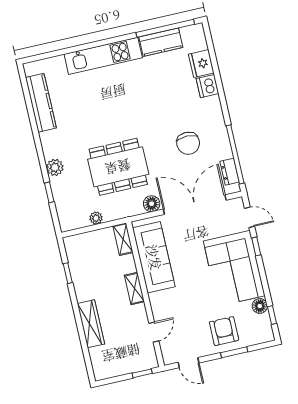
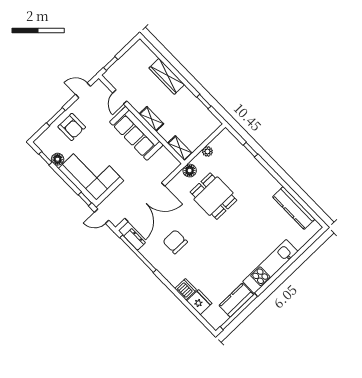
plant: (55, 167) -> (257, 169), removed
dining table: (118, 167) -> (213, 196), width x0.73
floor lamp: (152, 204) -> (190, 171), moved
sofa: (154, 257) -> (136, 133), moved

